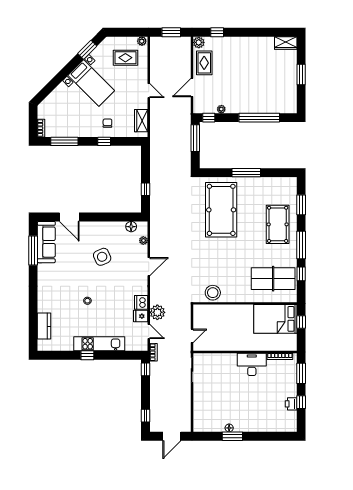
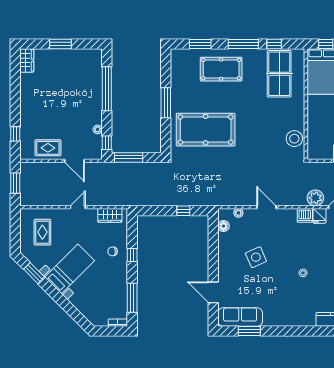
plant: (142, 41) -> (25, 215), removed
plant: (199, 42) -> (26, 154), removed
door: (69, 217) -> (213, 292), swing flipped
window: (33, 251) -> (249, 331), width x0.69

